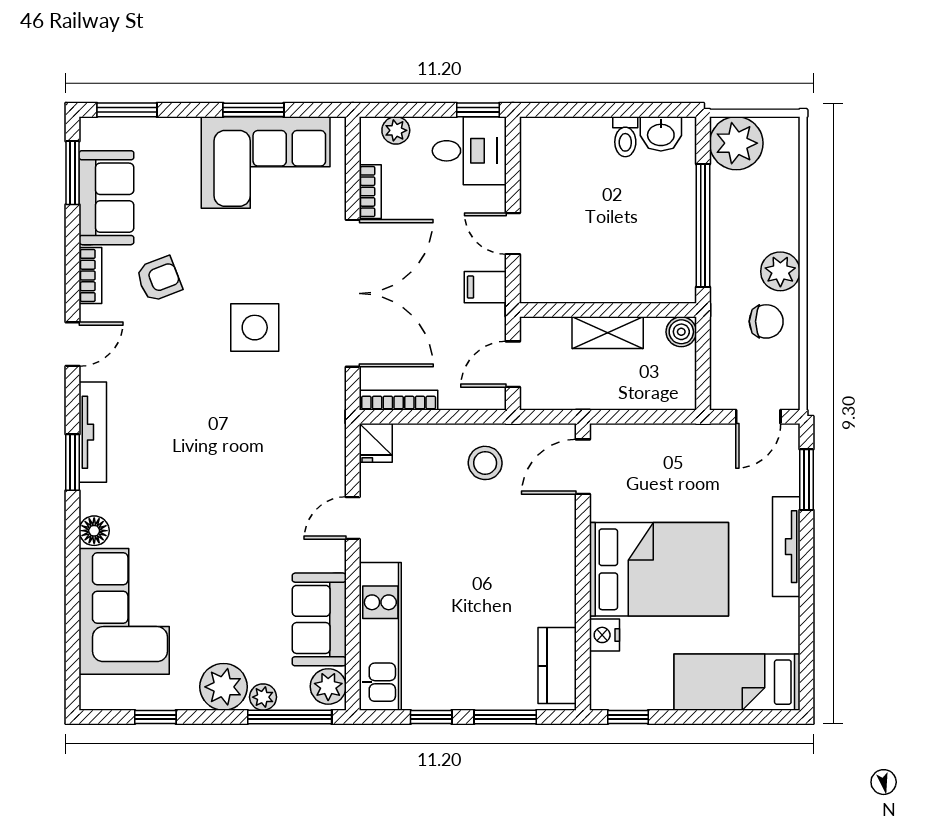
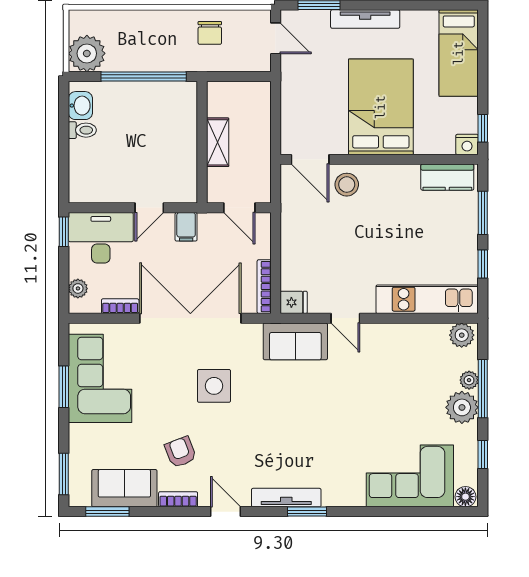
desk: (469, 151) -> (101, 238), width x1.37
plant: (780, 271) -> (175, 23), removed
chair: (766, 321) -> (210, 33), turned 180
boiler: (681, 332) -> (217, 91), removed
stool: (485, 463) -> (347, 185), moved
floor lamp: (94, 531) -> (465, 497), moved
sofa: (319, 619) -> (295, 341), moved
nightstand: (605, 635) -> (467, 144), moved
window: (290, 717) -> (483, 389), moved

